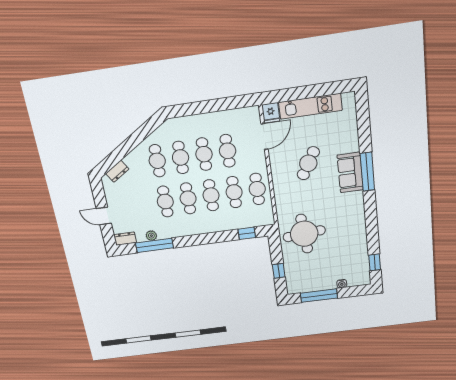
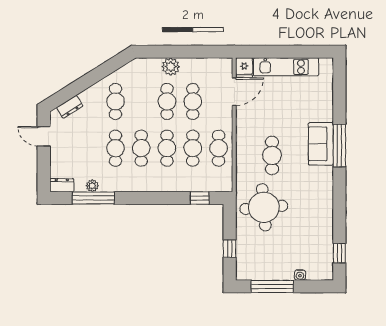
plant: (202, 122) -> (171, 67), added
cafe table: (181, 158) -> (141, 101), removed
cafe table: (308, 163) -> (272, 155), moved, turned -30
door: (104, 216) -> (44, 136), moved

